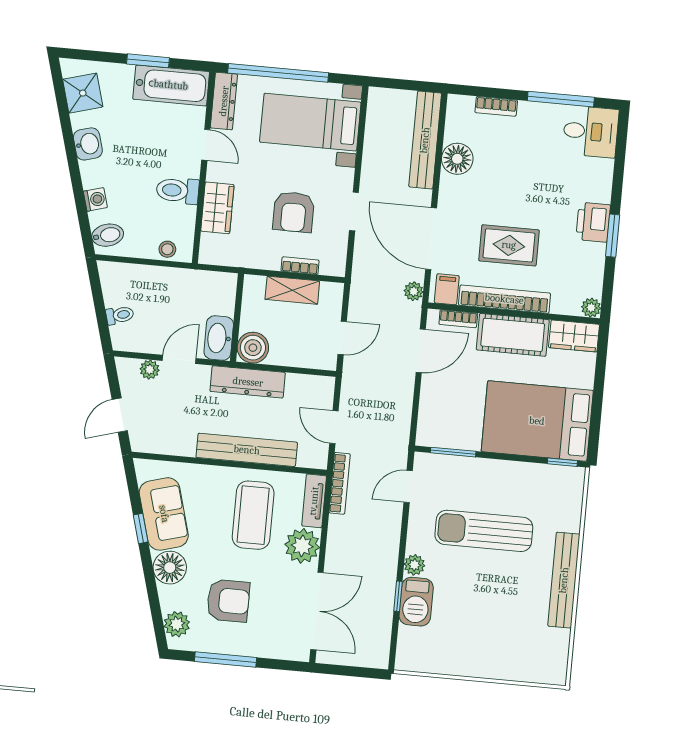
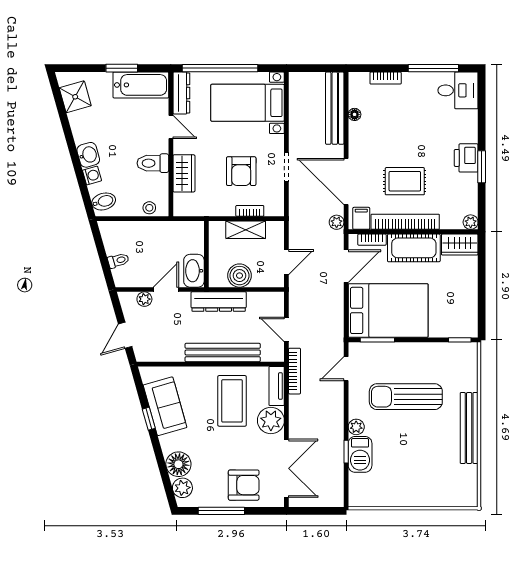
washbasin: (88, 144) -> (88, 155), moved
floor lamp: (457, 159) -> (355, 114), width x0.53, depth x0.53
boiler: (253, 348) -> (239, 276), moved
bed: (537, 421) -> (388, 310), moved, turned 180
floor lamp: (170, 568) -> (178, 464), moved
armchair: (228, 601) -> (244, 485), moved

